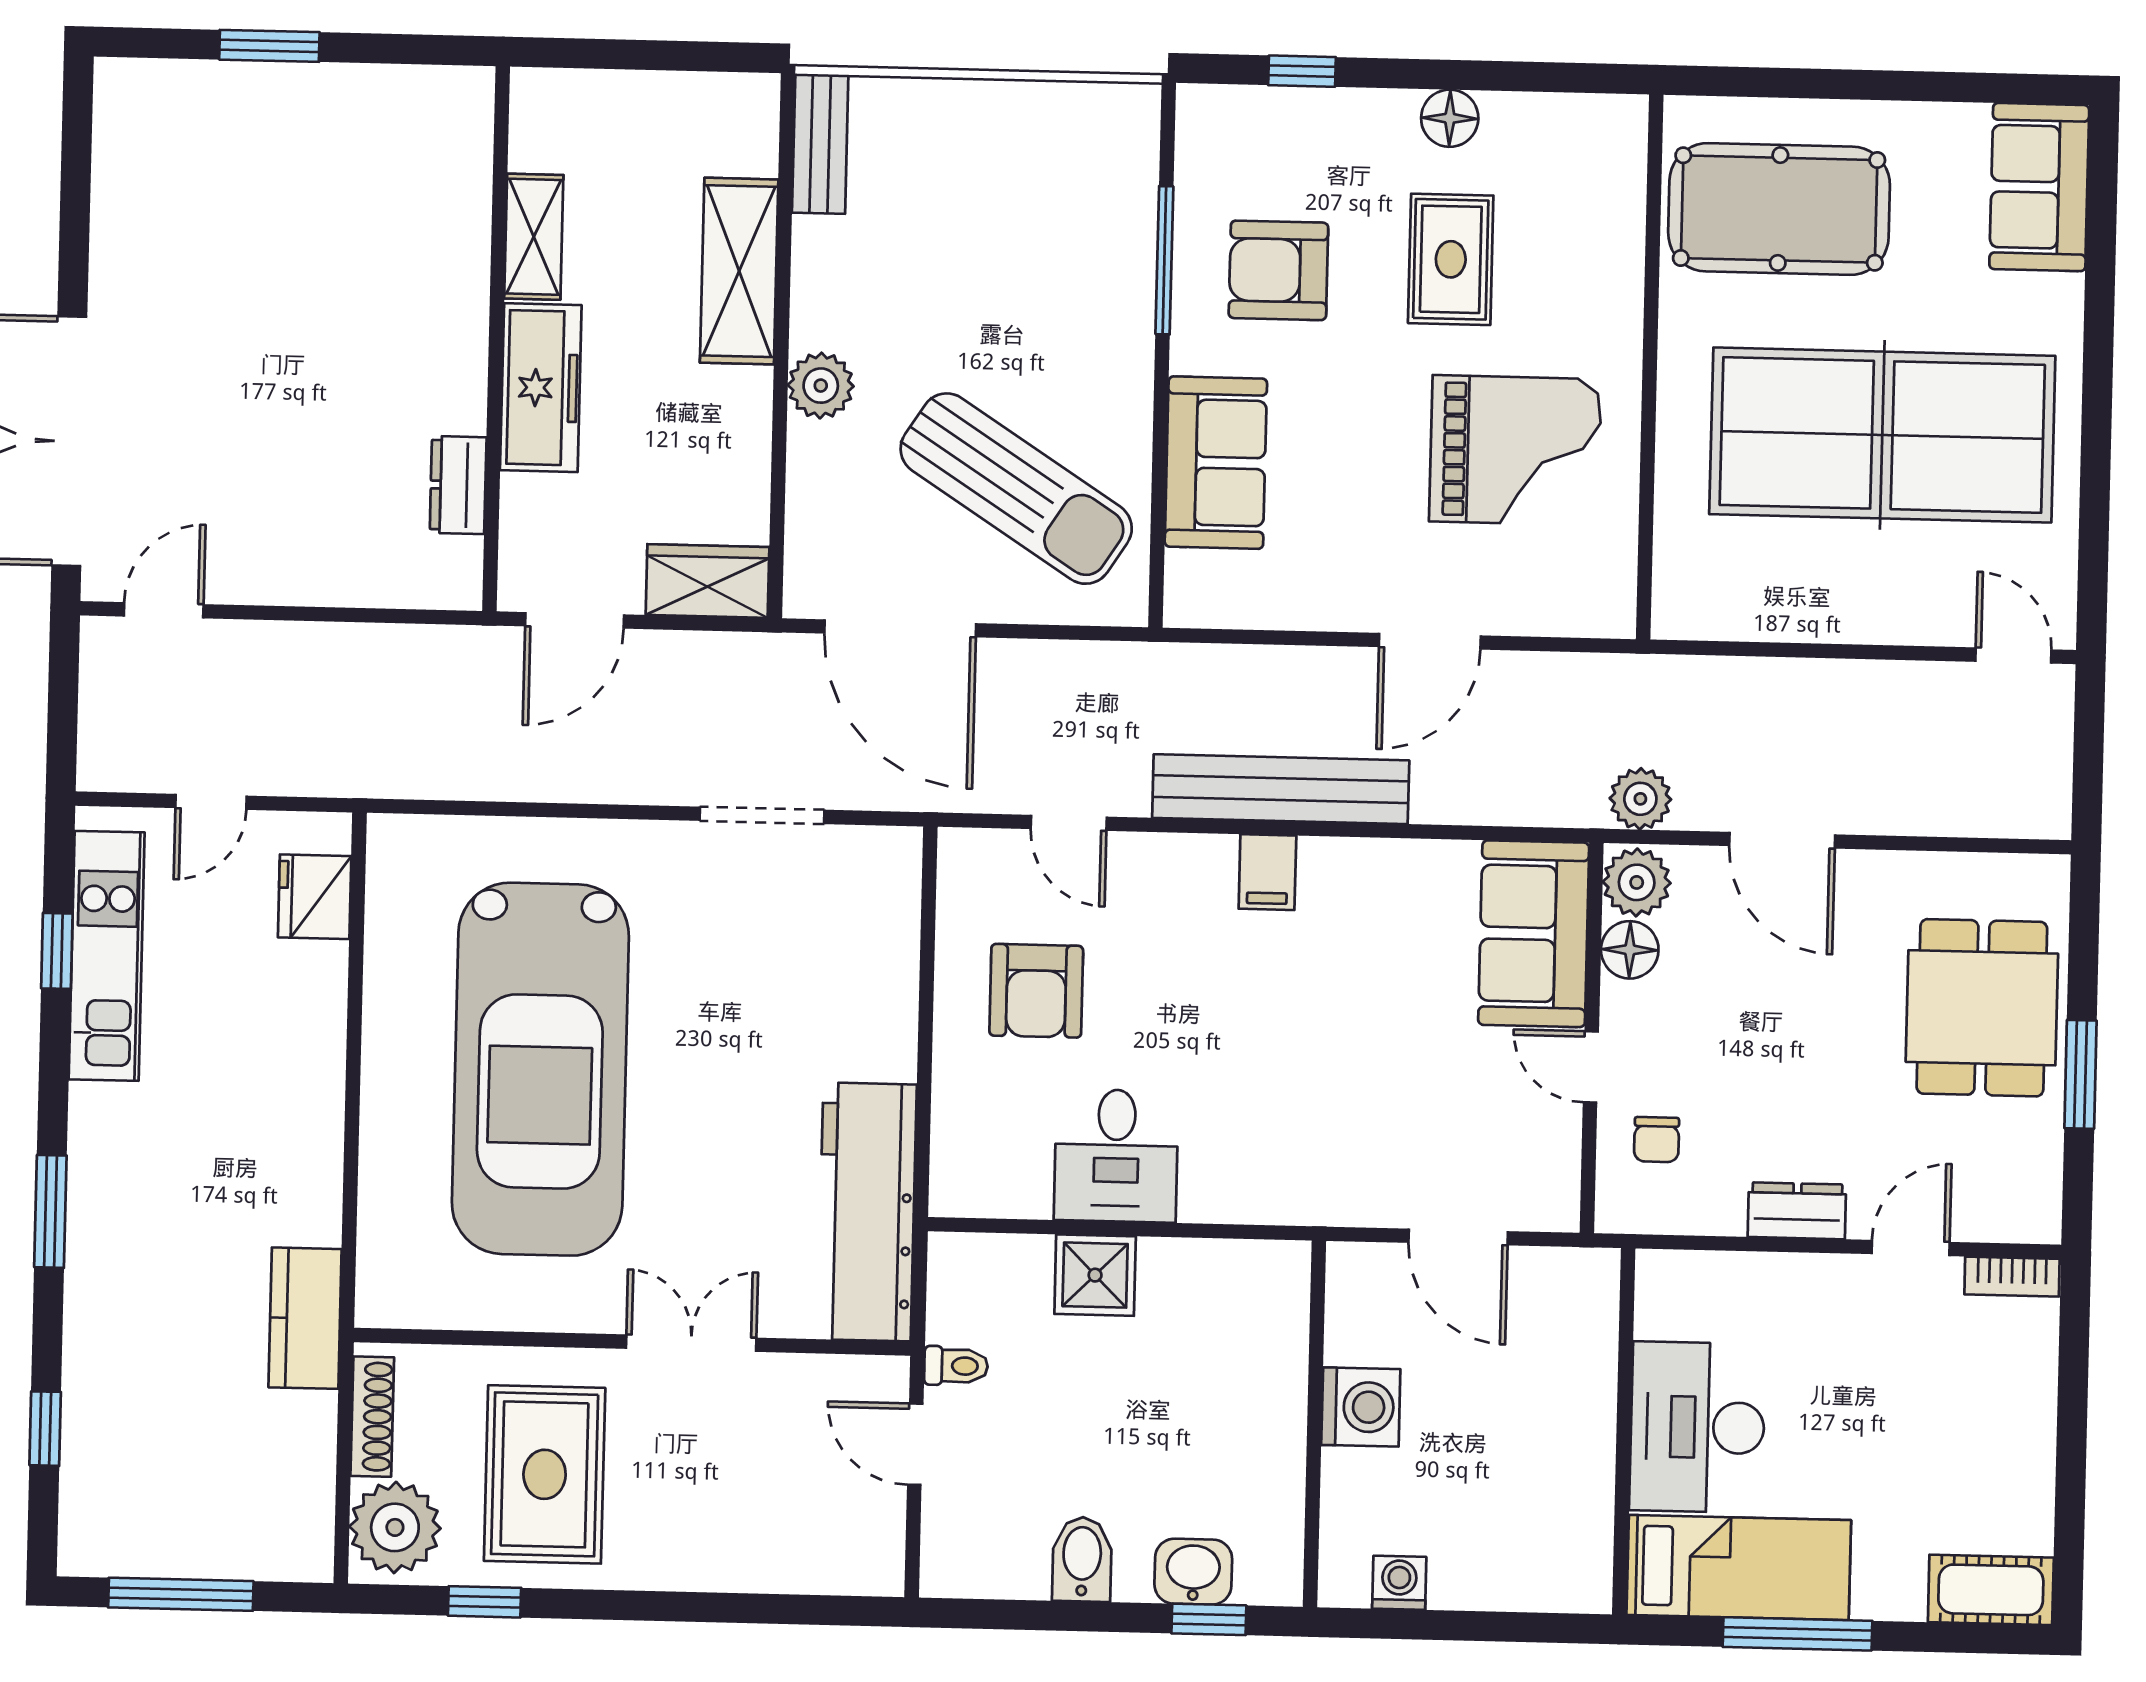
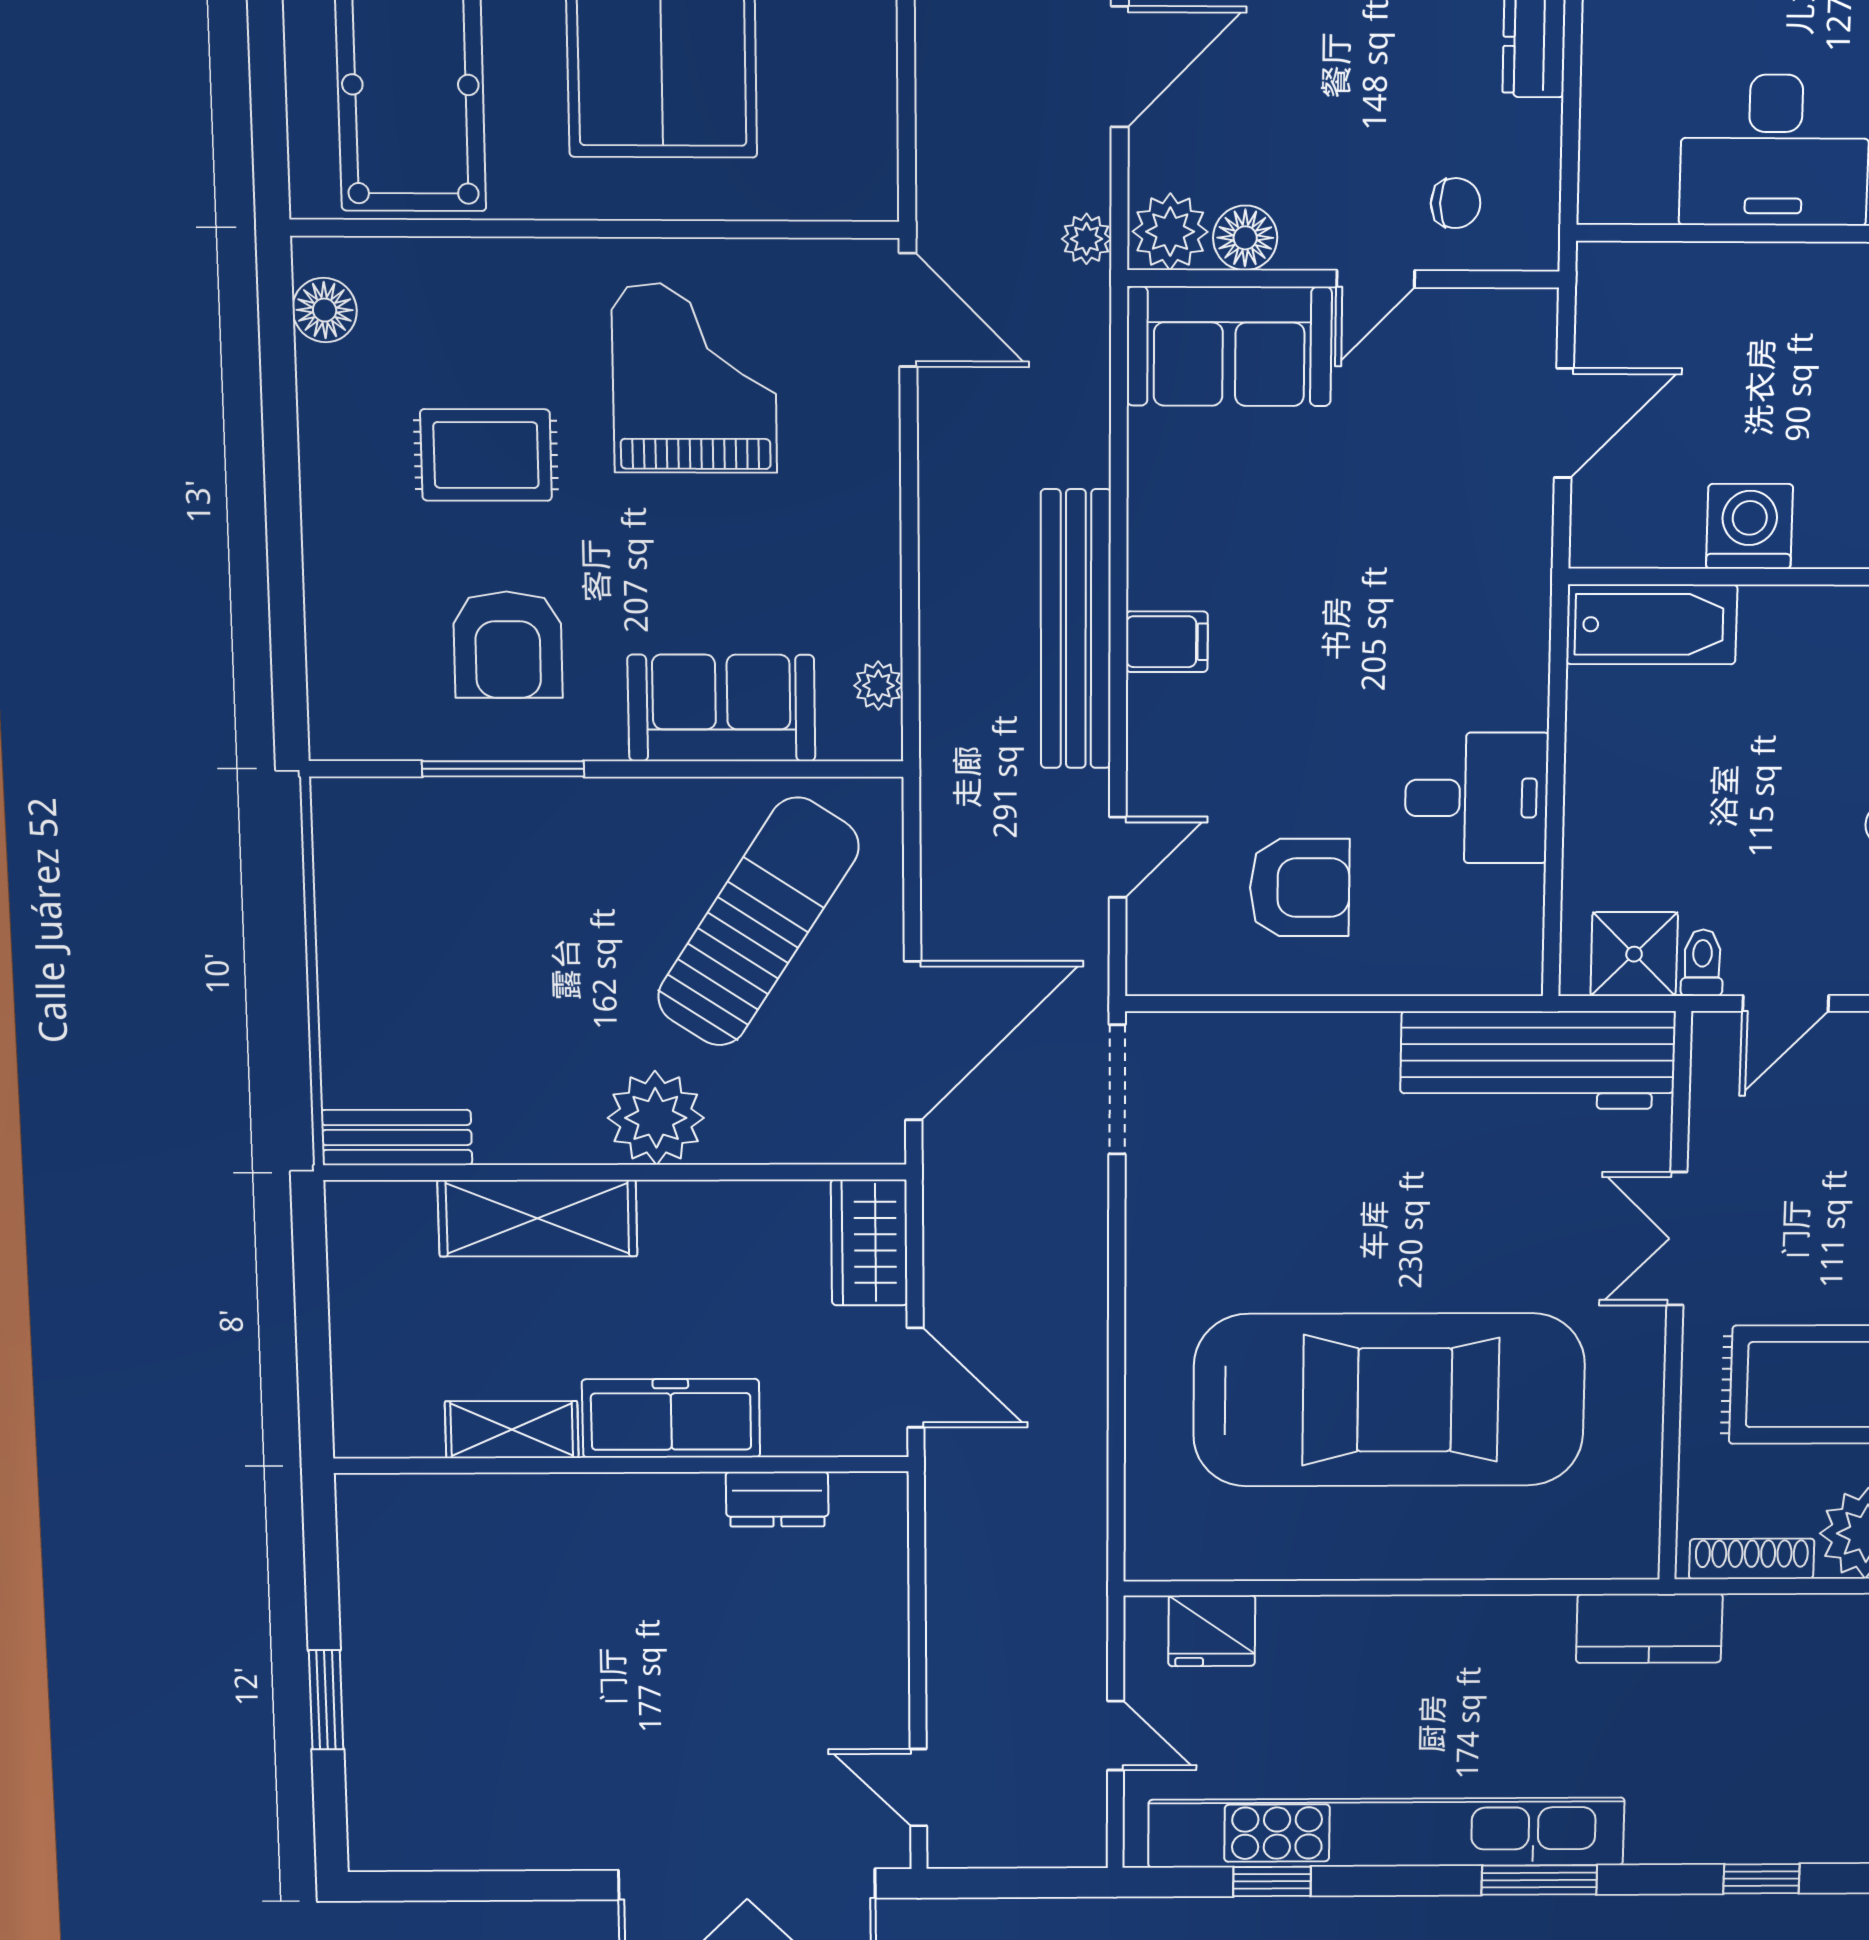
window: (1302, 71) -> (287, 624), removed
floor lamp: (1450, 118) -> (325, 310), moved
plant: (821, 386) -> (656, 1118), width x1.36, depth x1.36
plant: (1233, 607) -> (878, 686), added
door: (1430, 641) -> (908, 310), moved
plant: (1640, 799) -> (1086, 239), width x0.73, depth x0.73
doorway: (762, 815) -> (1117, 1090), moved
kitchen unit: (107, 956) -> (1386, 1832), width x1.86
shower: (1095, 1275) -> (1634, 954), moved
bathtub: (1273, 1318) -> (1652, 624), added

